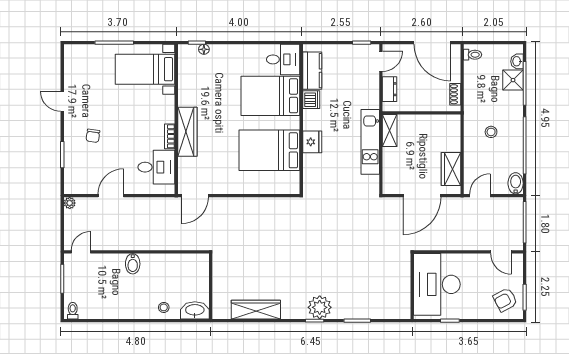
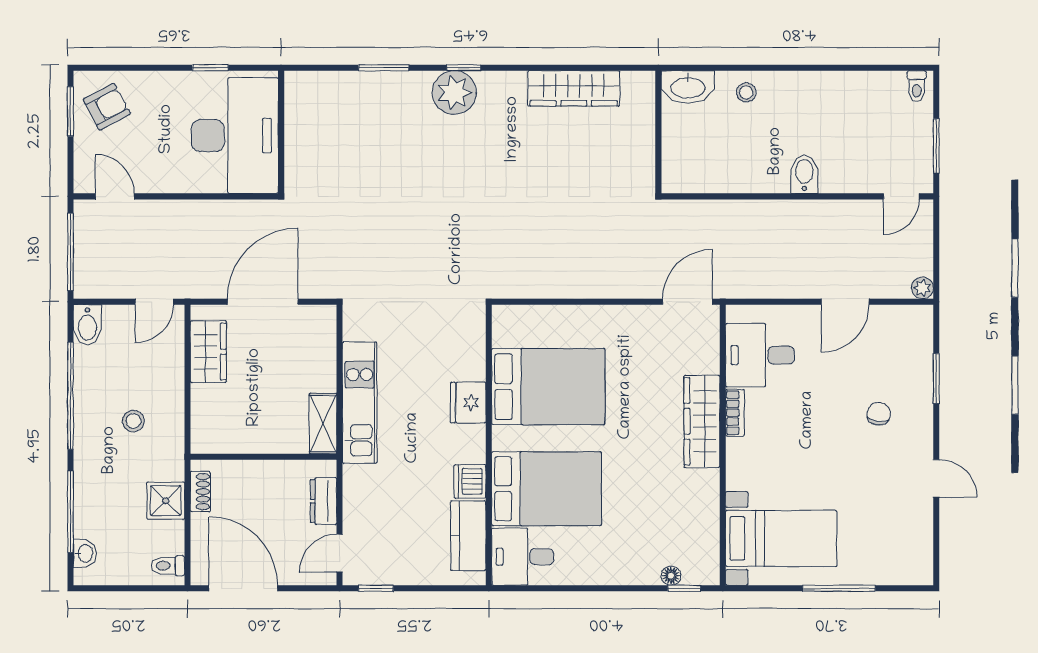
shower: (513, 80) -> (166, 501), moved

